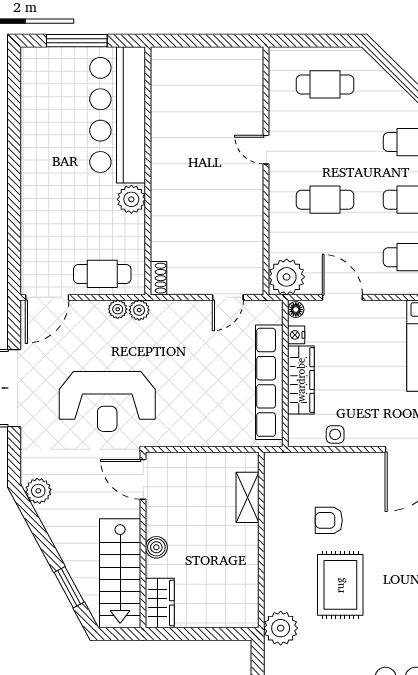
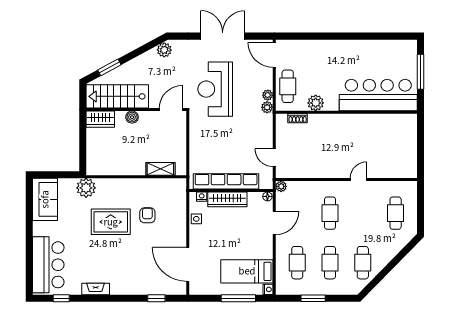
plant: (131, 199) -> (316, 103), moved
plant: (287, 277) -> (281, 186), width x0.53, depth x0.53
shoe rack: (158, 278) -> (298, 118), moved
nightstand: (296, 335) -> (202, 197), moved

